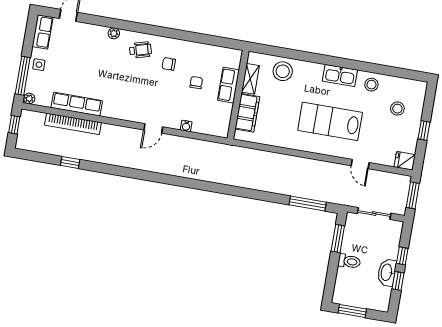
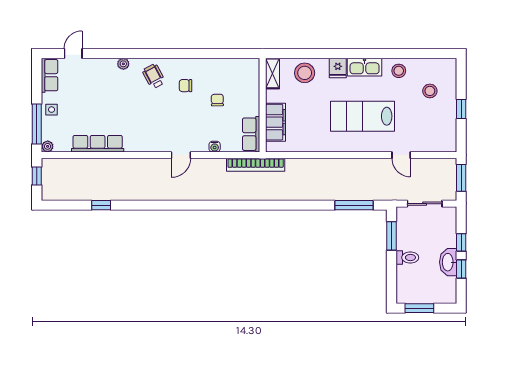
wheelchair: (140, 50) -> (154, 76), turned -102
shelving: (250, 79) -> (273, 73), moved
row of seats: (228, 85) -> (251, 134), moved
bookcase: (73, 124) -> (256, 165), moved
fridge: (405, 161) -> (338, 68), moved, turned -90

